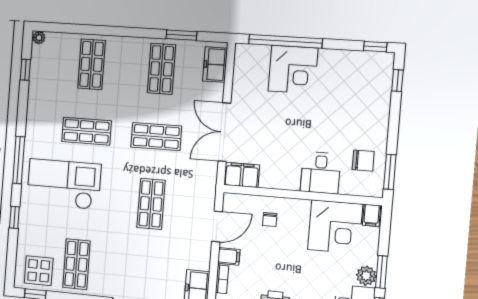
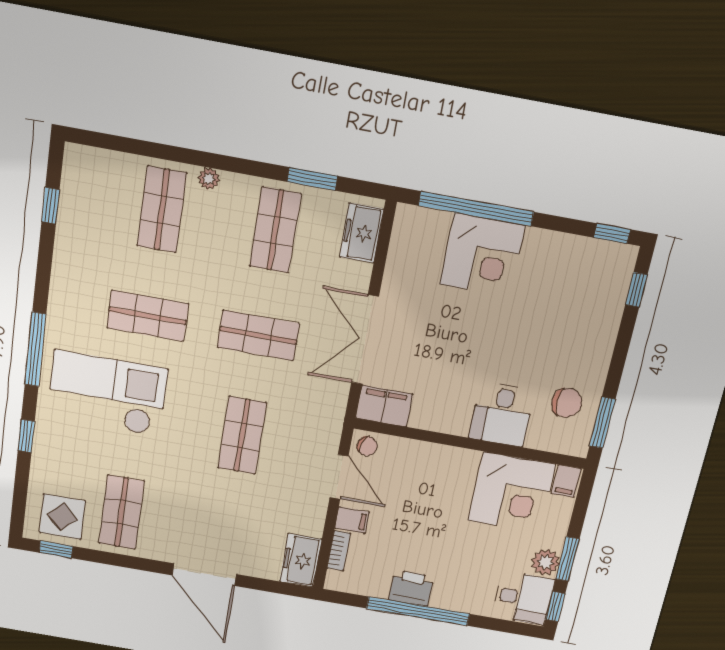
plant: (39, 38) -> (209, 179), moved
chair: (270, 219) -> (367, 446), moved, turned -67
door: (217, 226) -> (339, 477), hinge flipped

